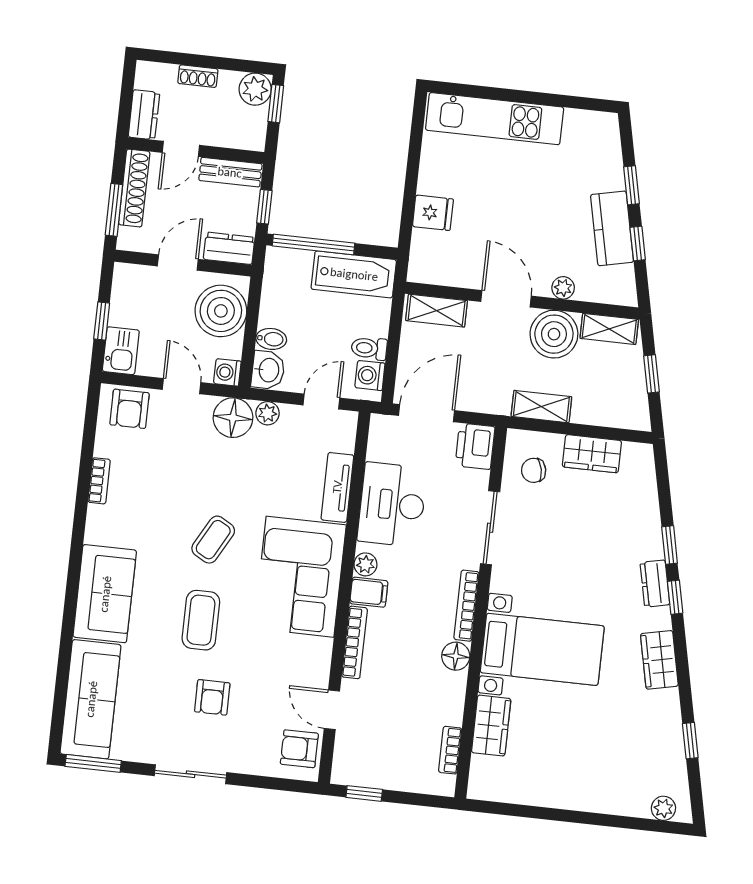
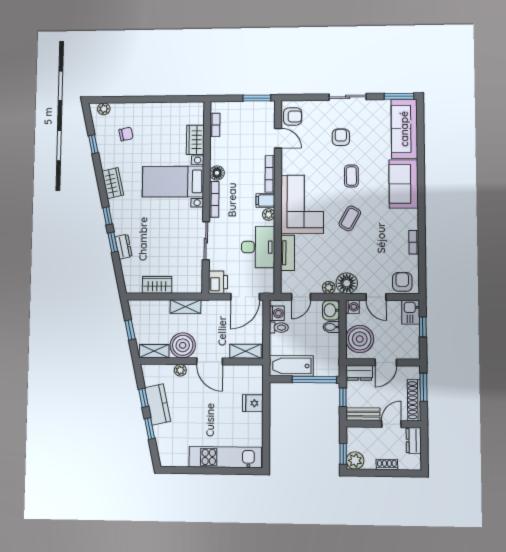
chair: (534, 470) -> (126, 134), moved
dresser: (655, 584) -> (123, 247), moved
coffee table: (201, 620) -> (351, 176), width x0.73, depth x0.77
window: (364, 793) -> (257, 98), width x1.50

